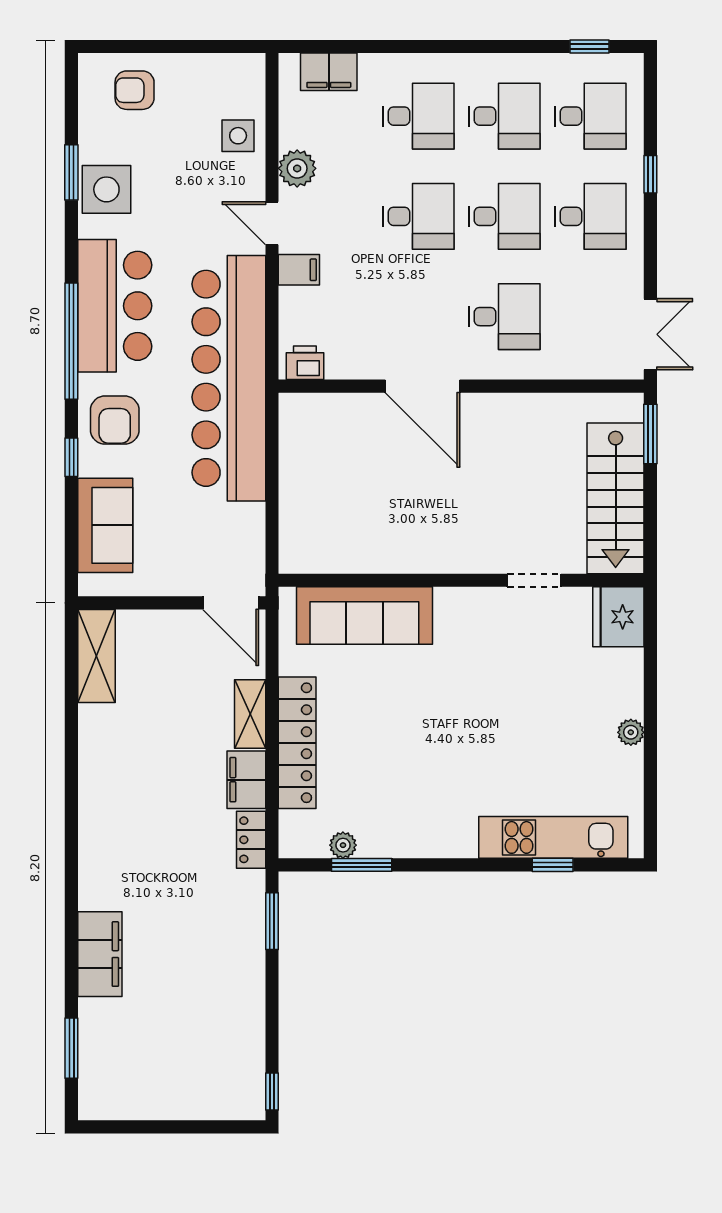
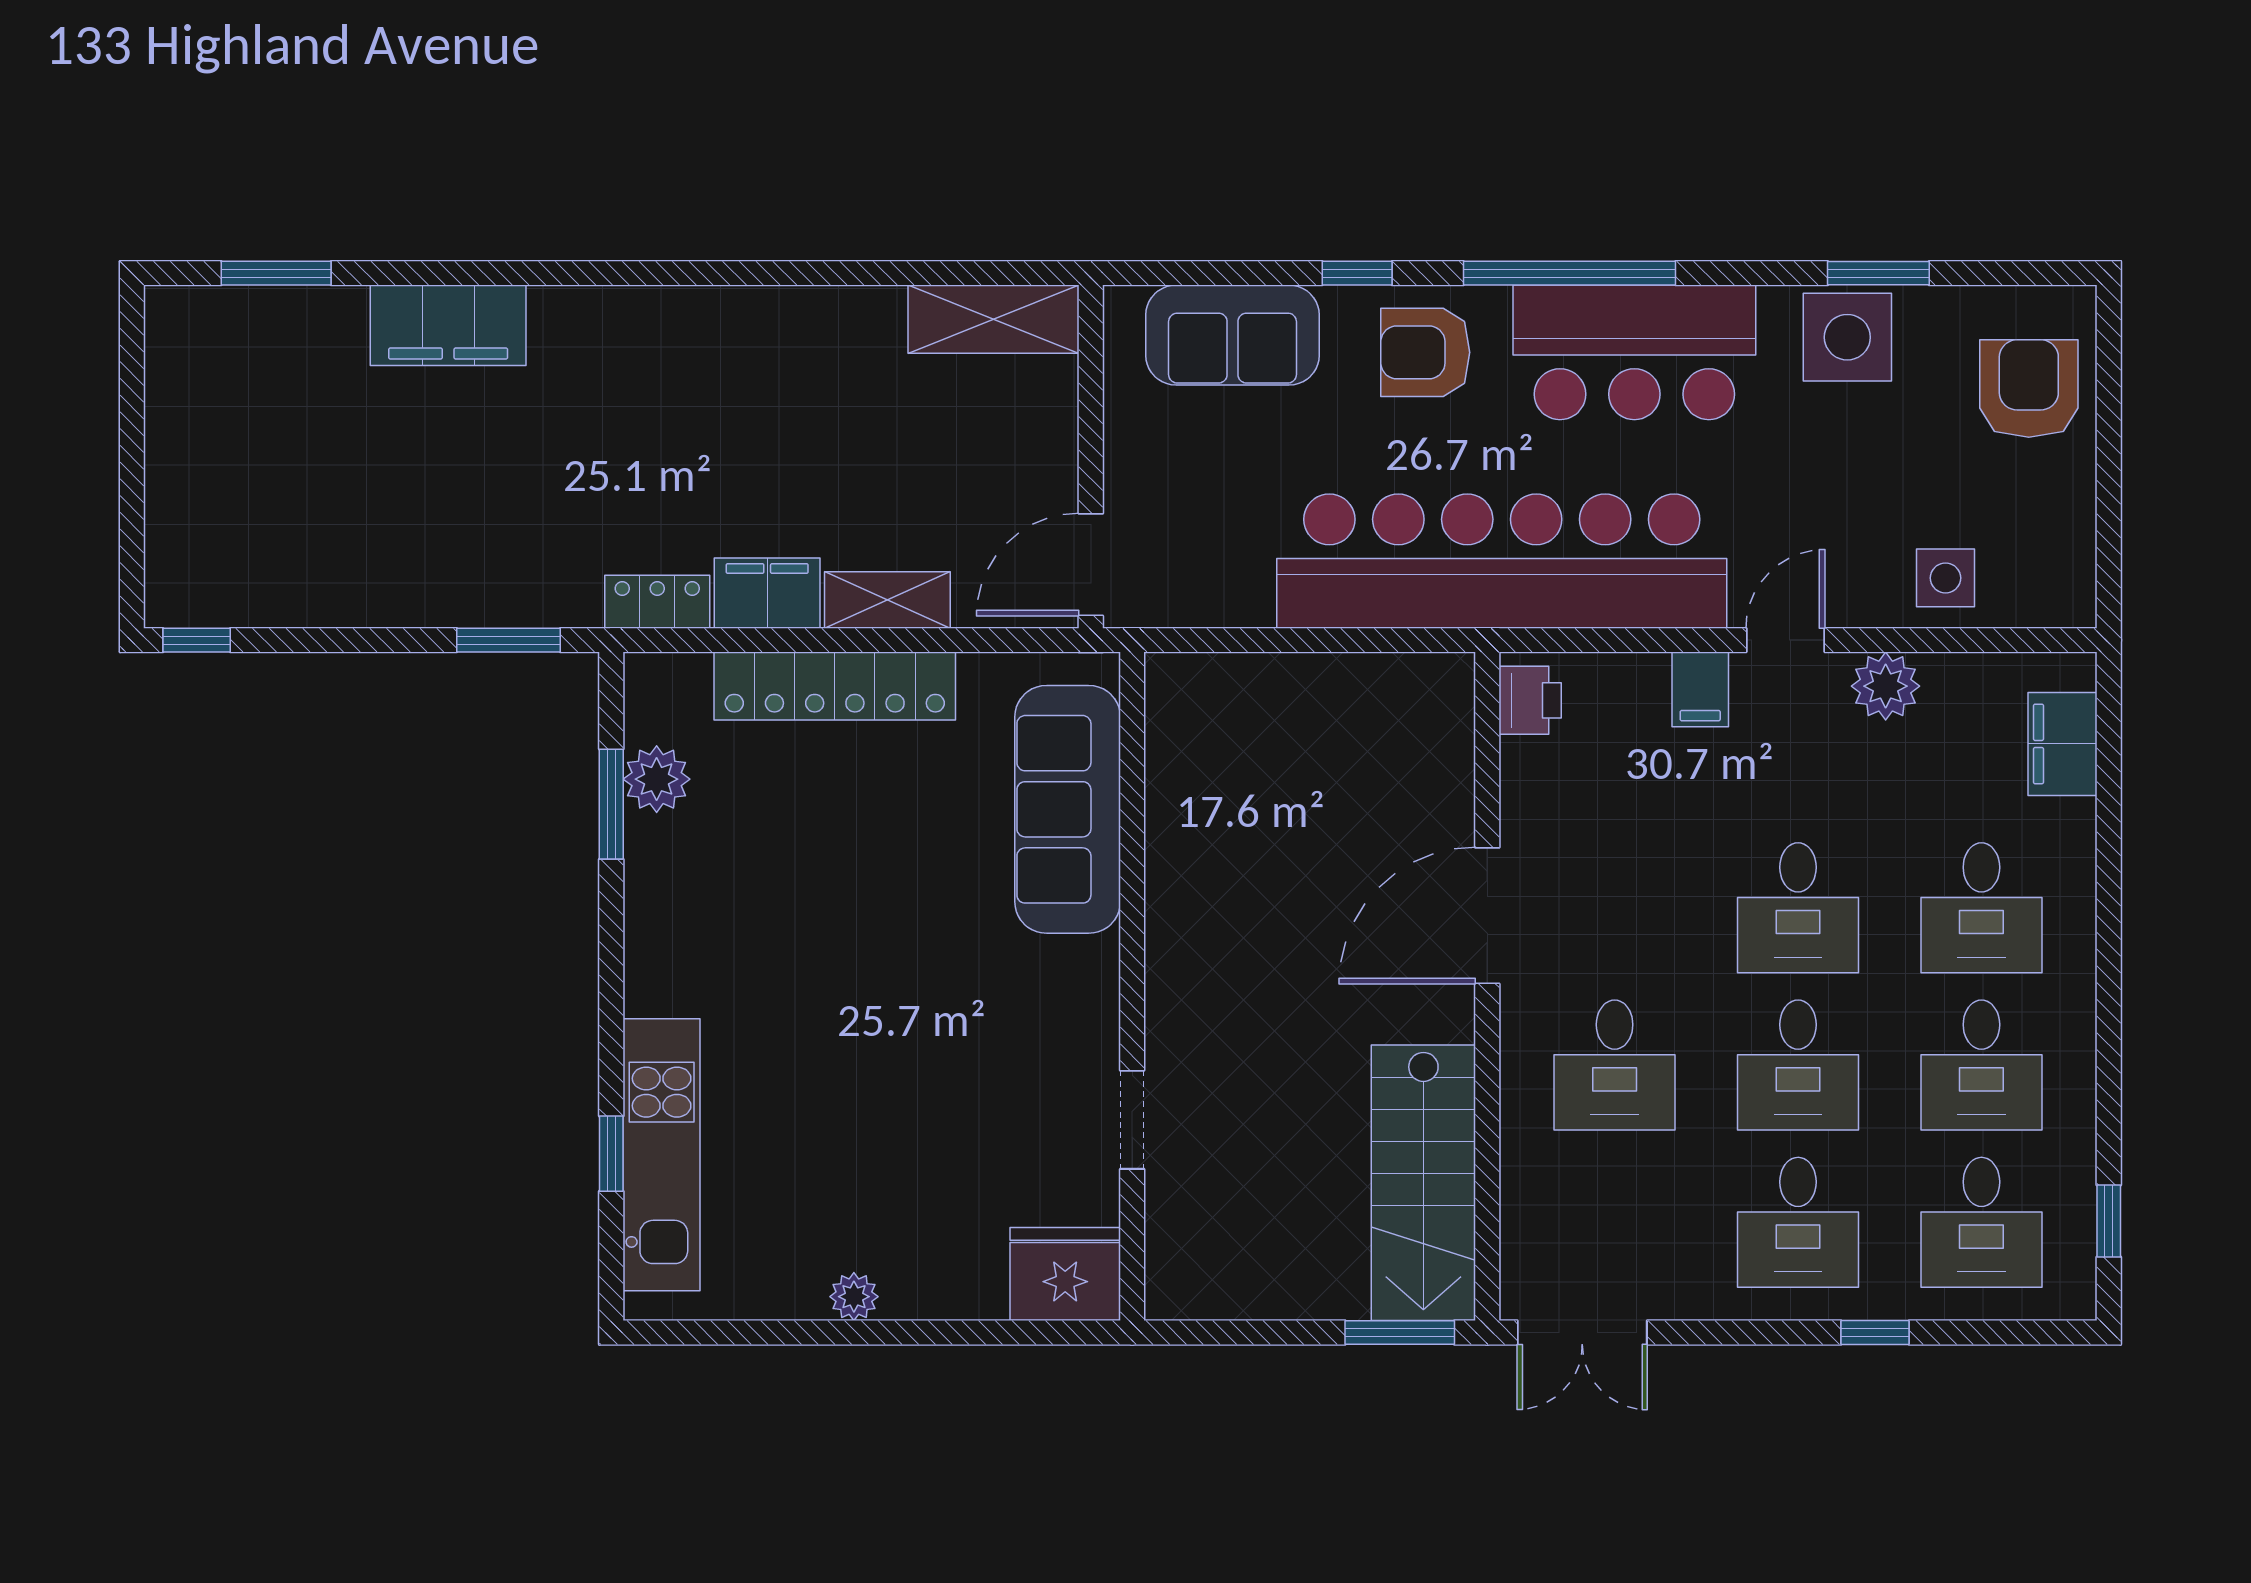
armchair: (135, 90) -> (2029, 389), width x1.38, depth x1.38
stairs: (616, 498) -> (1423, 1183), moved, turned -90
plant: (343, 845) -> (657, 779), width x1.38, depth x1.38

